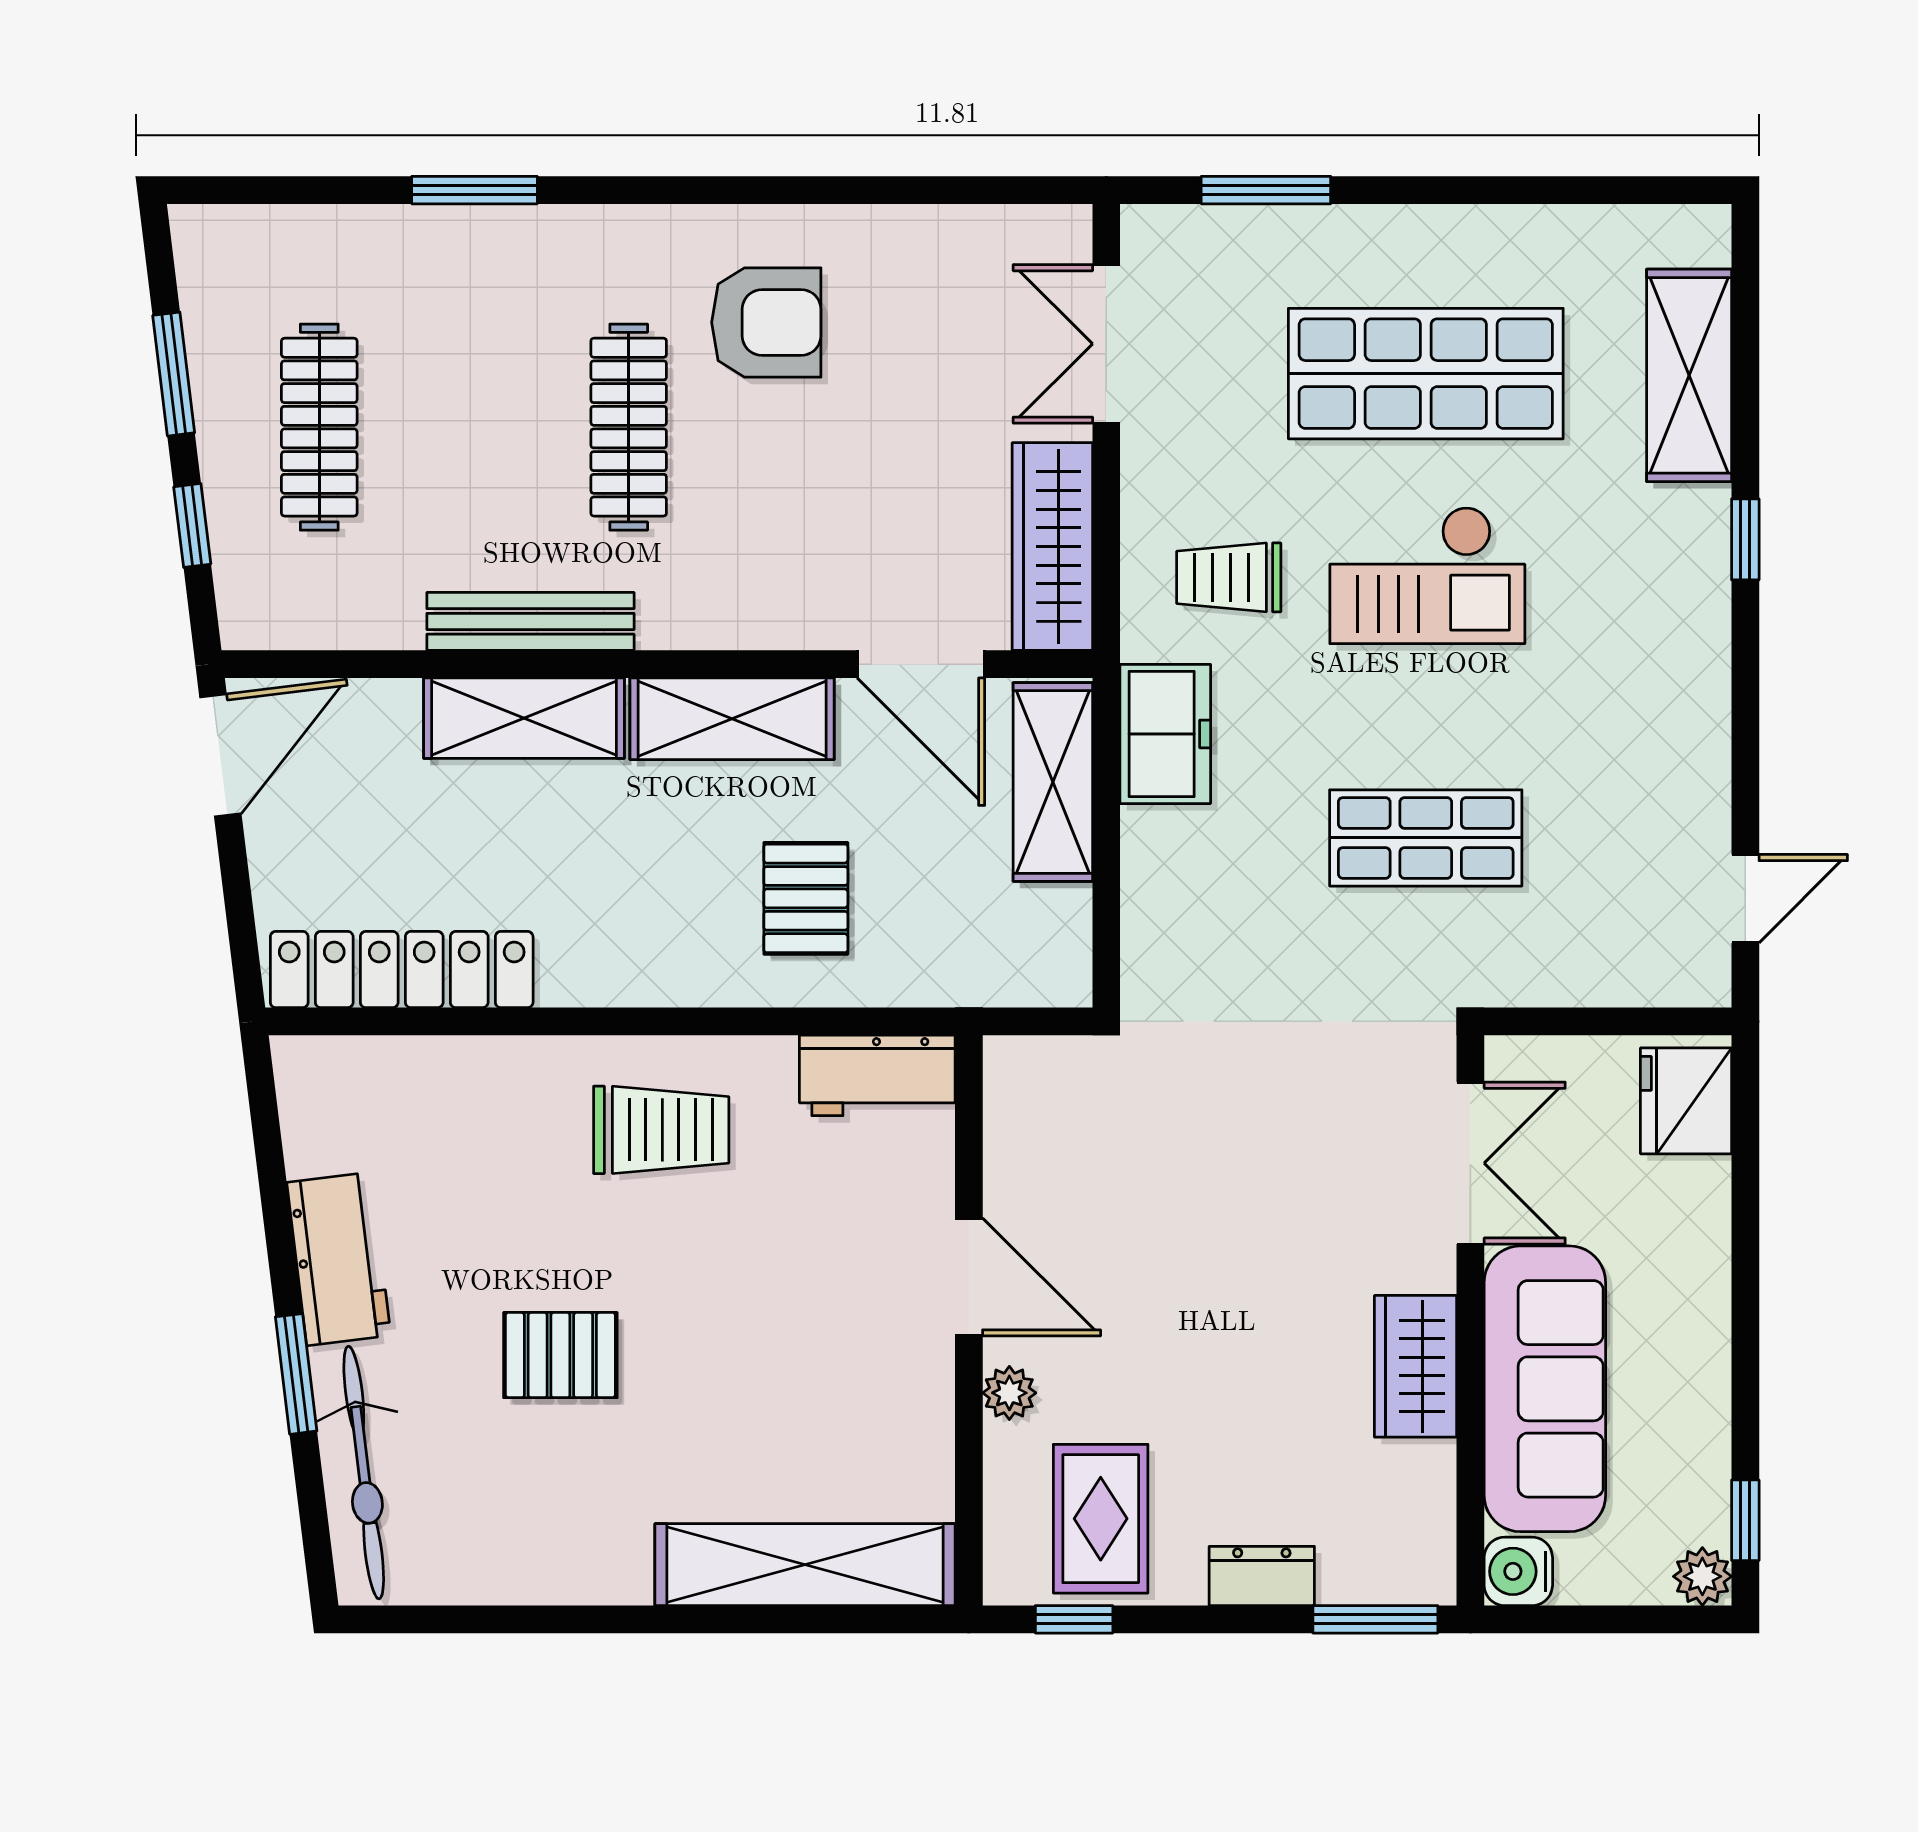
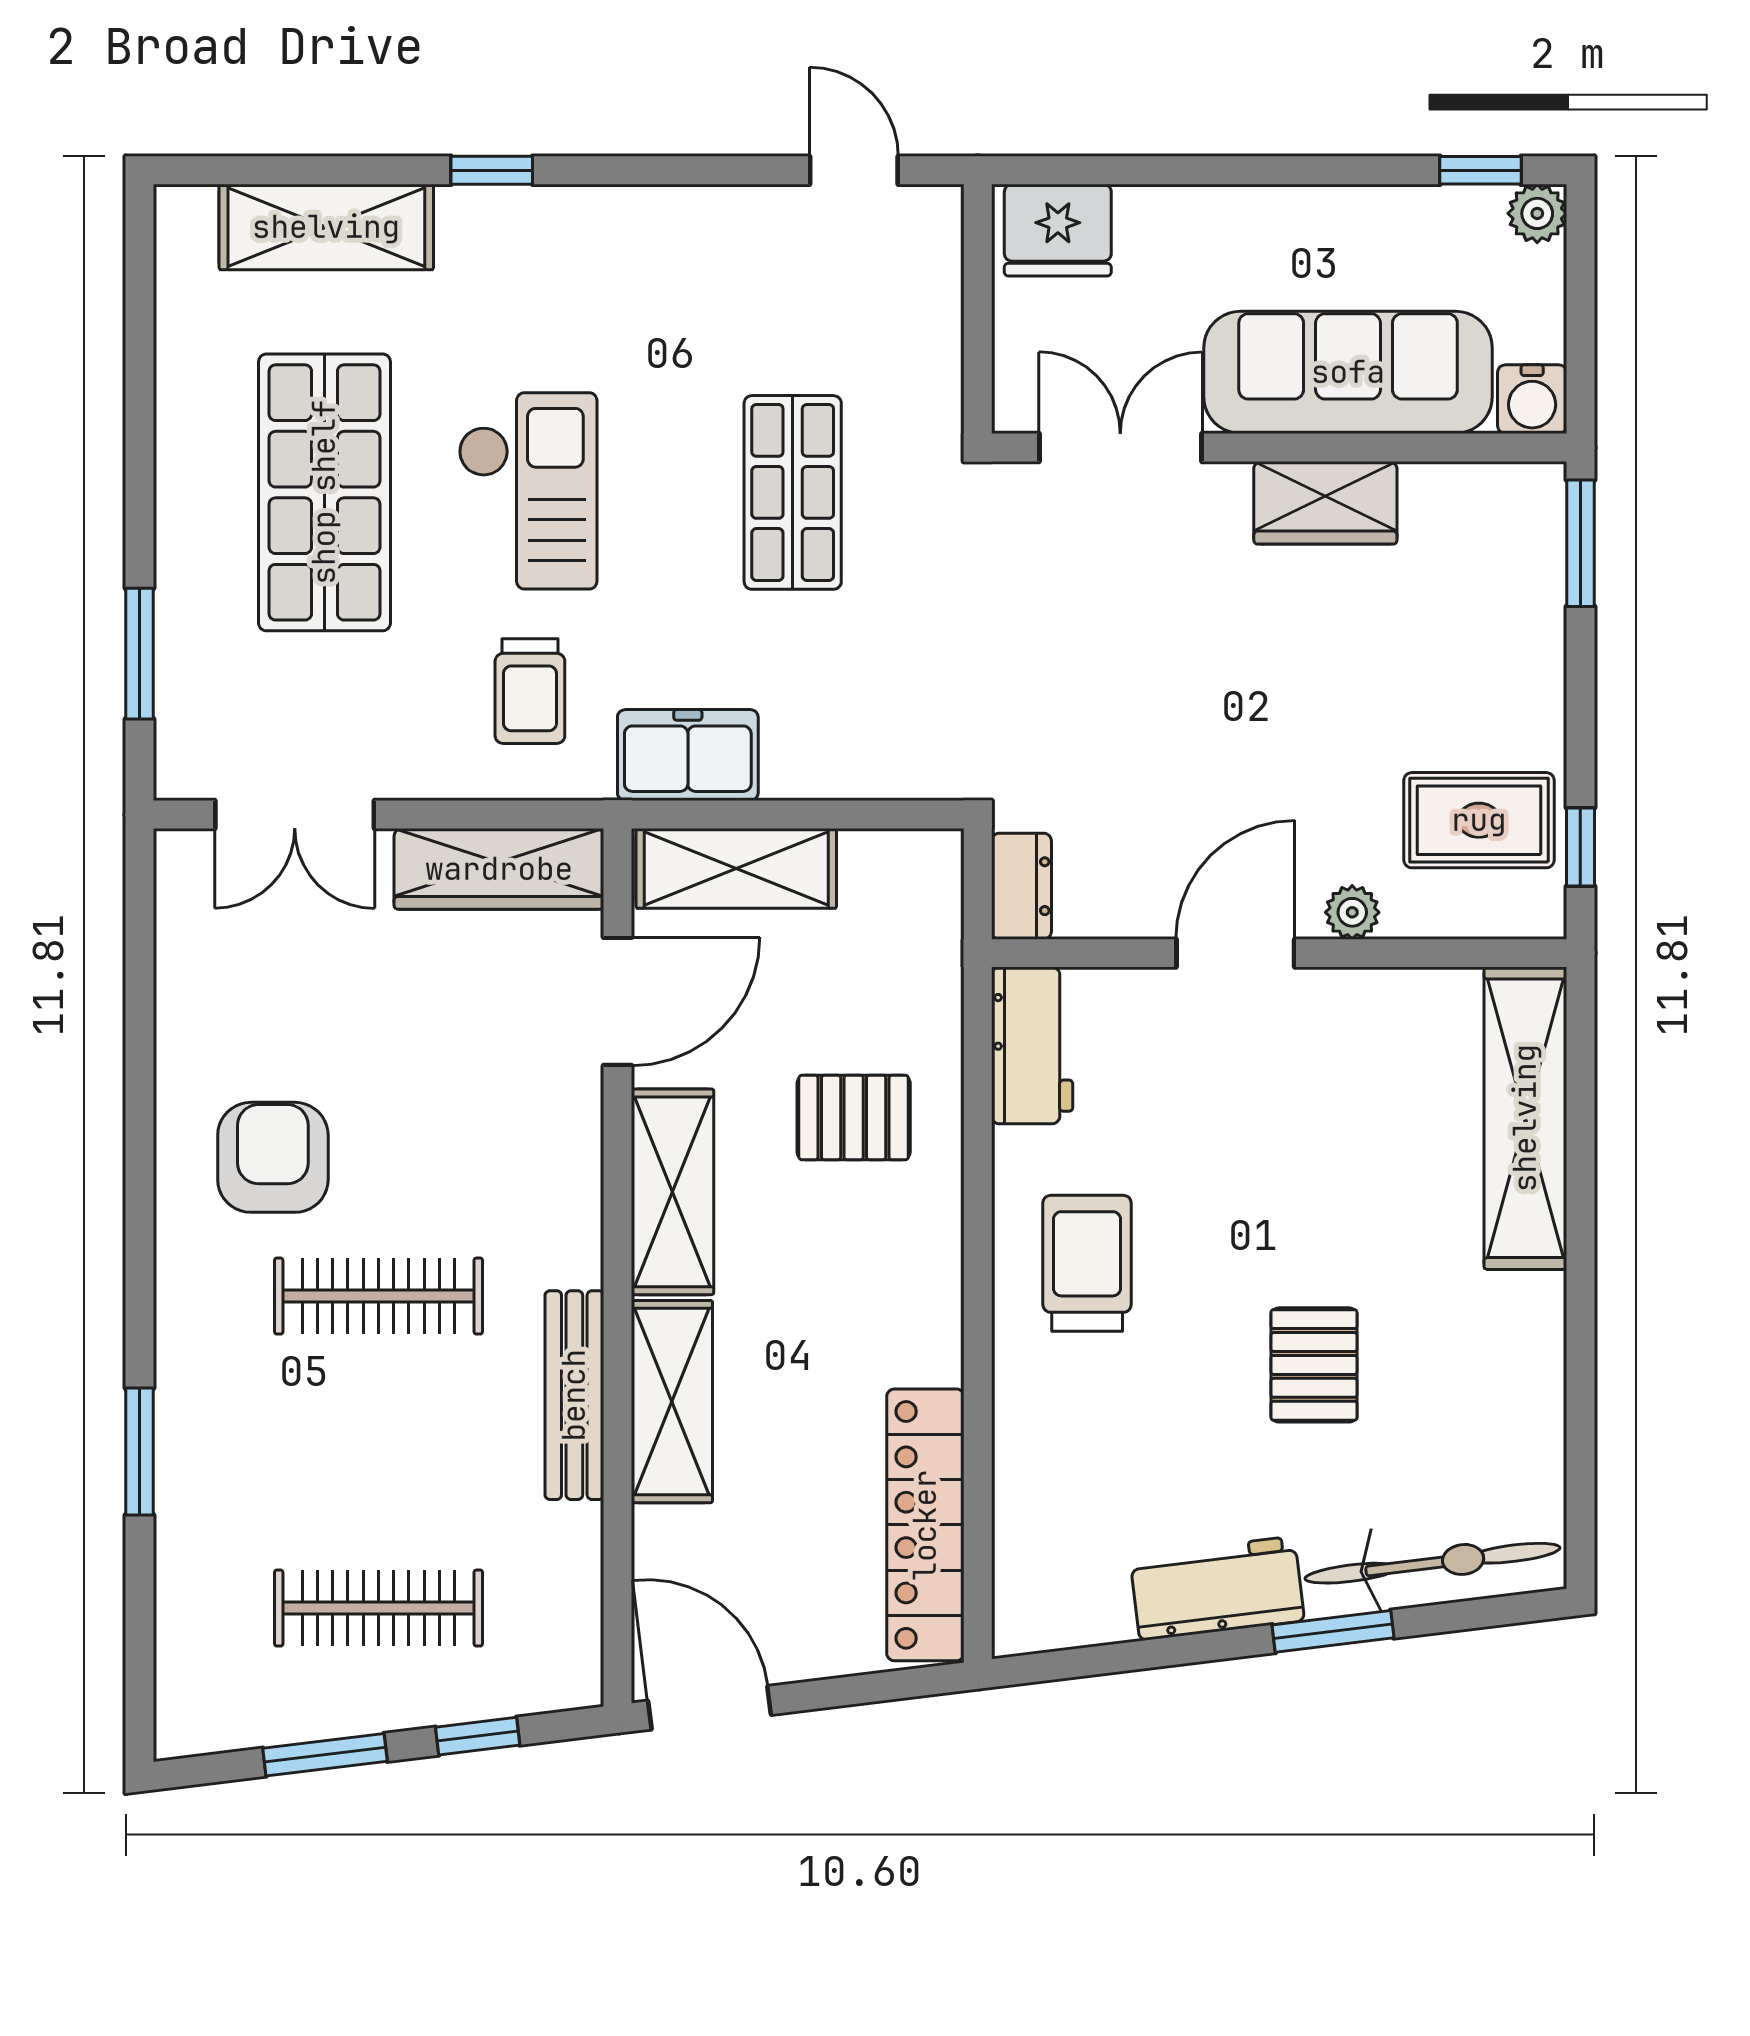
dresser: (1262, 1576) -> (1021, 886), moved, turned 180

